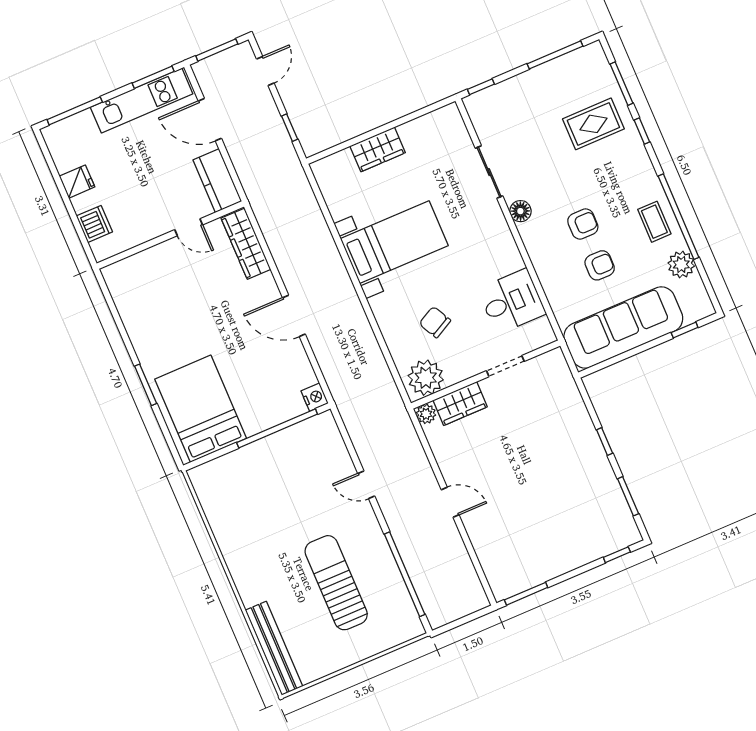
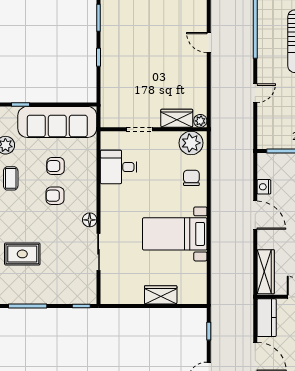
chair: (435, 322) -> (191, 178), moved, turned -152
nightstand: (315, 397) -> (264, 187), moved
door: (366, 485) -> (255, 93), hinge flipped
door: (450, 502) -> (209, 43), moved

